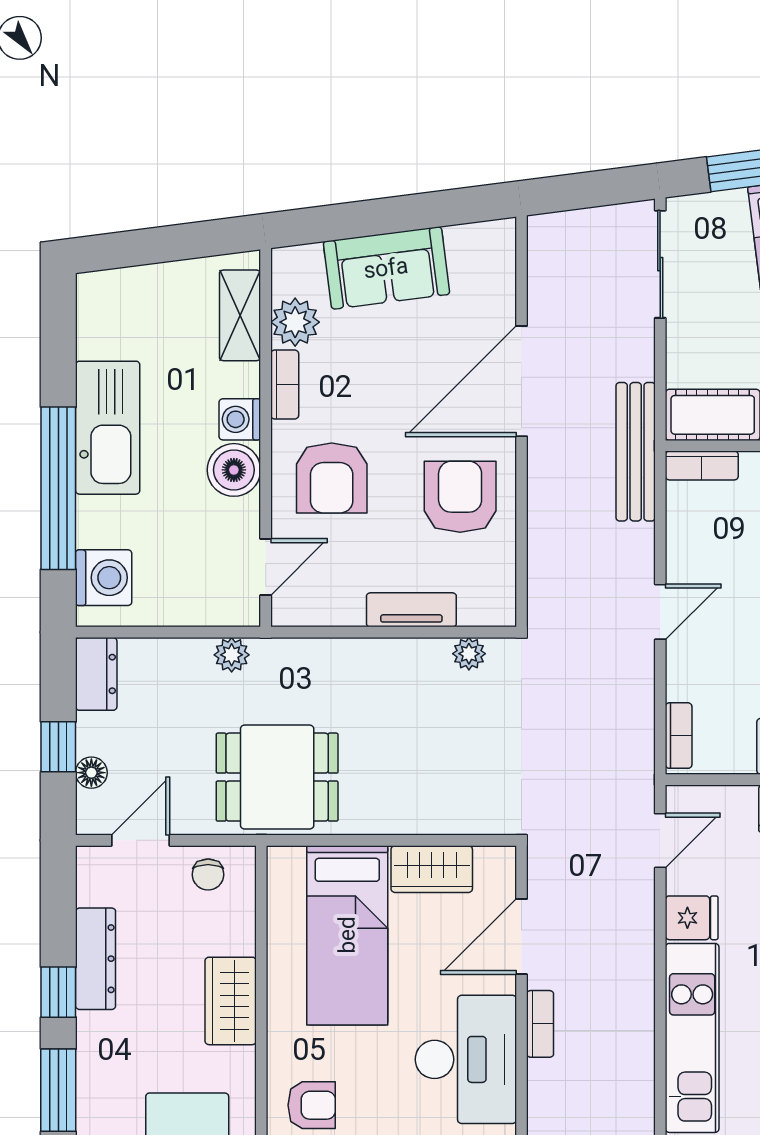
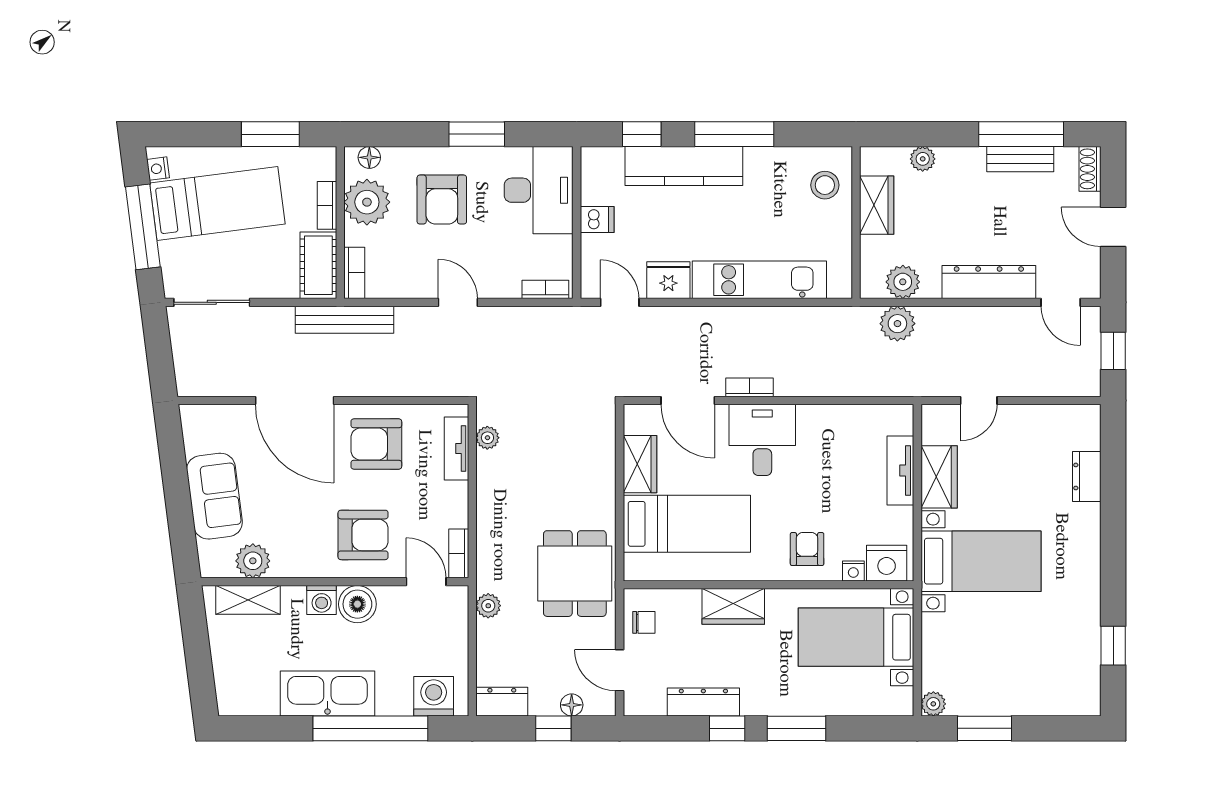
bookcase: (285, 385) -> (459, 553), moved, turned -90
tv unit: (411, 610) -> (456, 448), moved
fridge: (692, 918) -> (668, 280), width x1.38
desk: (466, 1059) -> (762, 440), width x0.73

